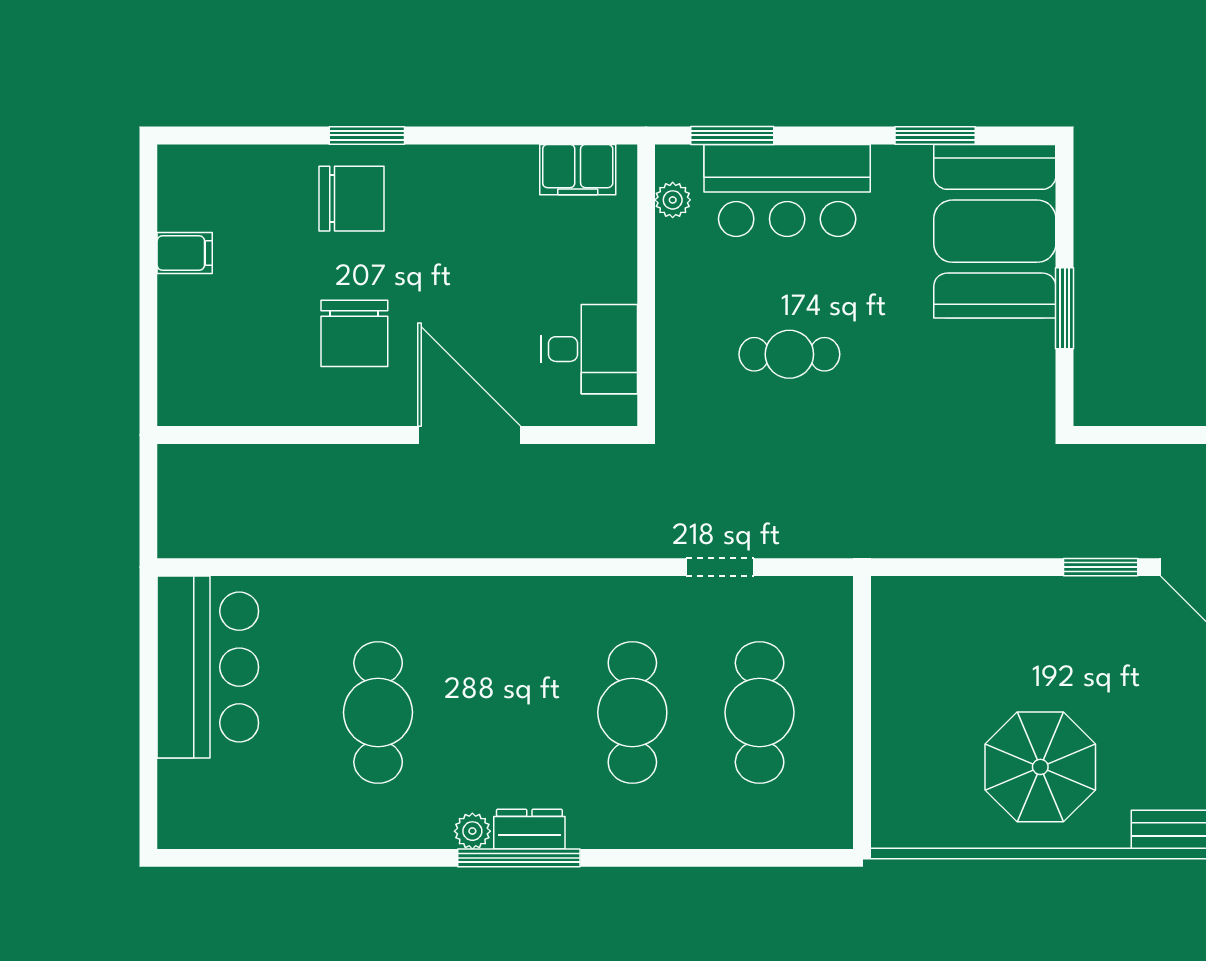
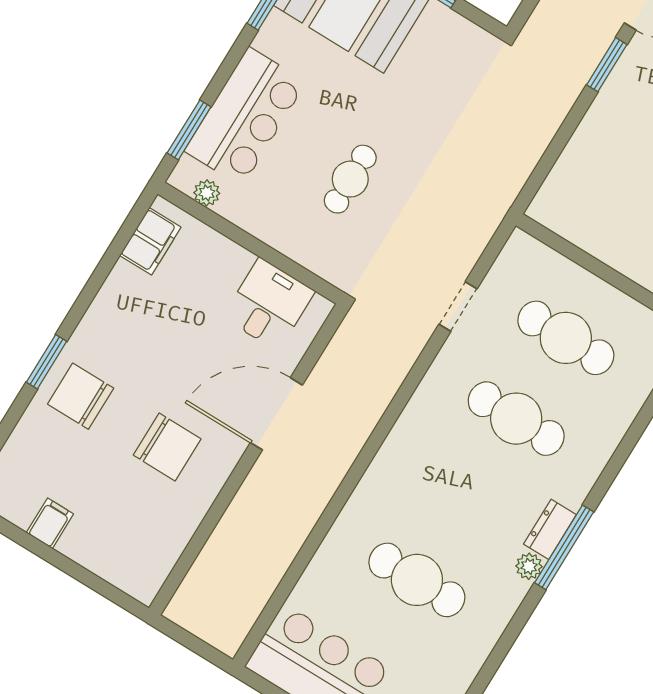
chair: (352, 199) -> (81, 396), turned -90

